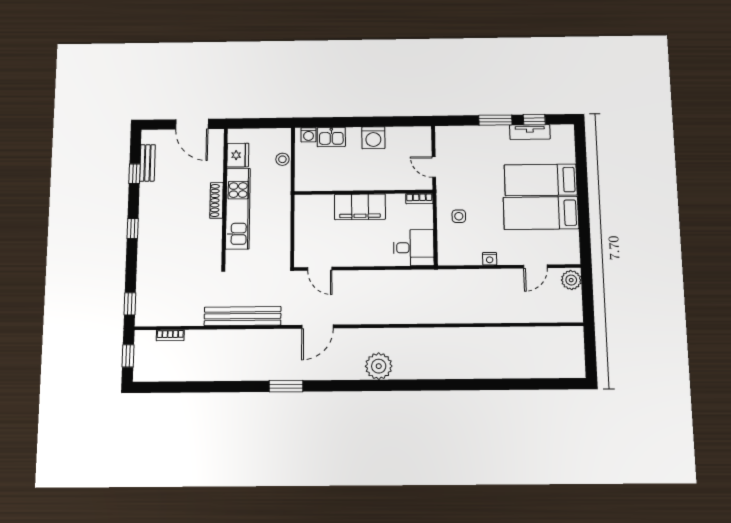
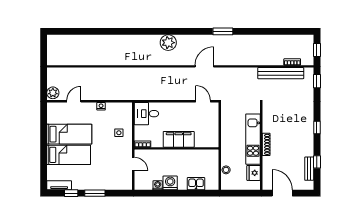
tv unit: (530, 132) -> (59, 185), moved
washing machine: (309, 135) -> (158, 185), moved
bench: (243, 316) -> (281, 73), moved

